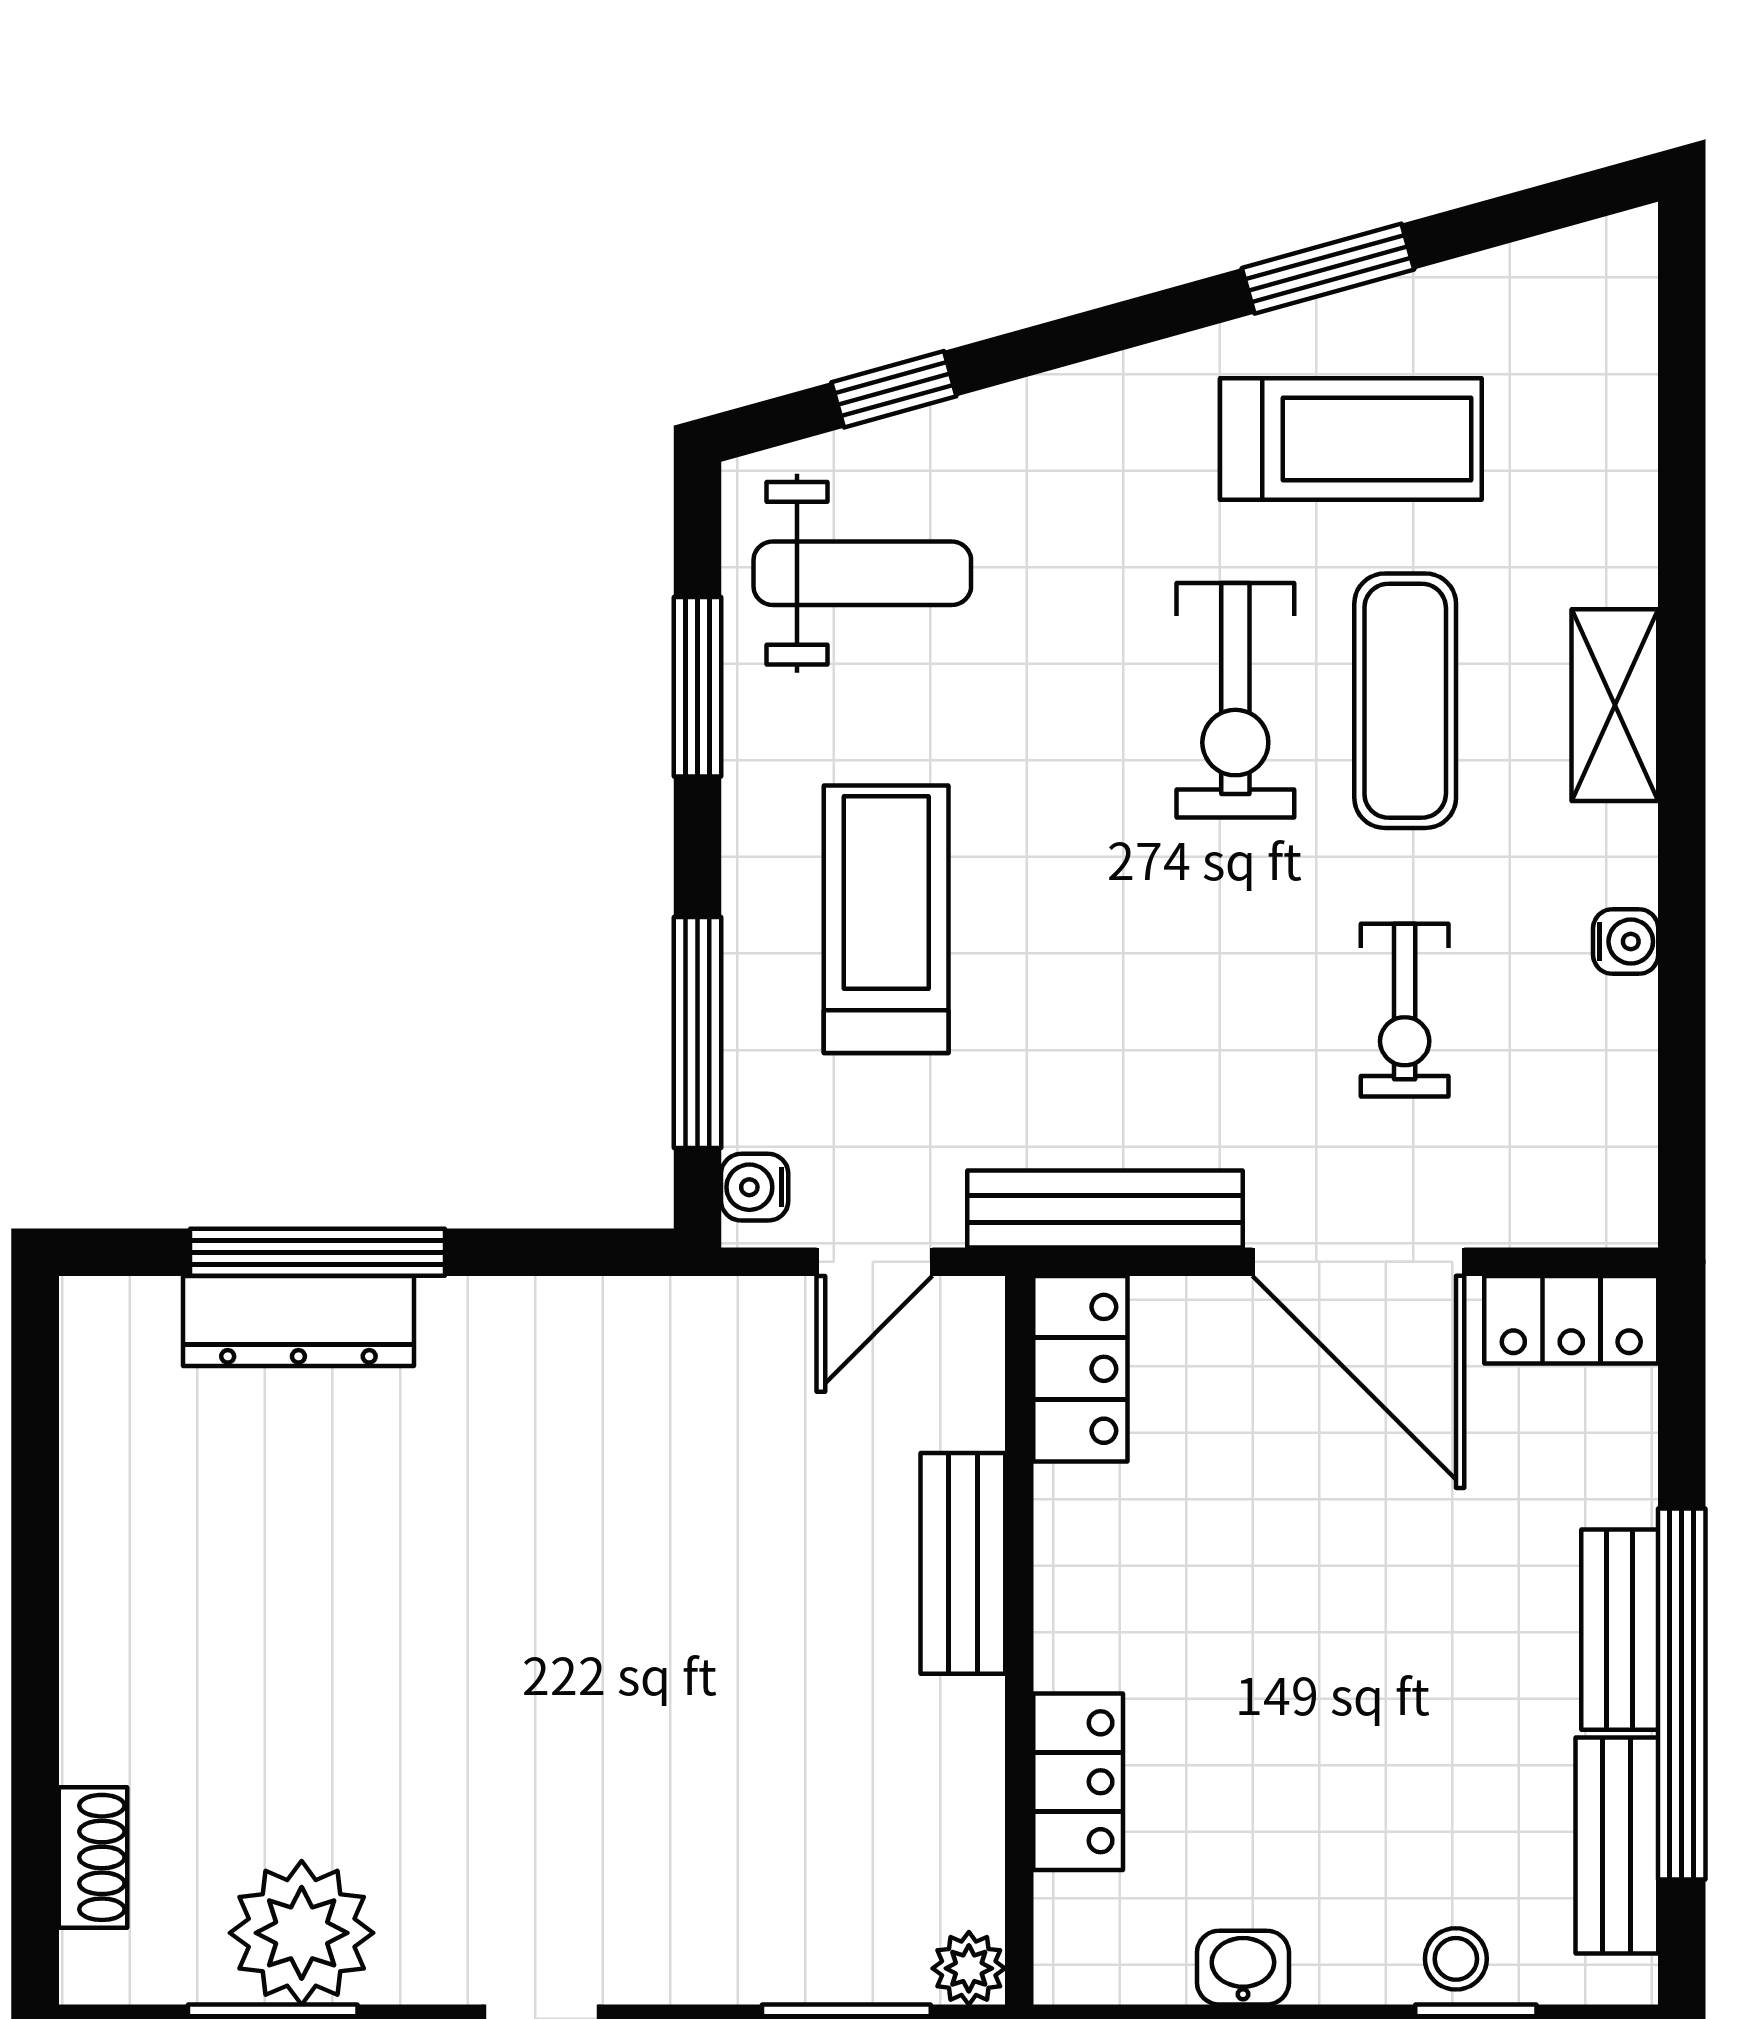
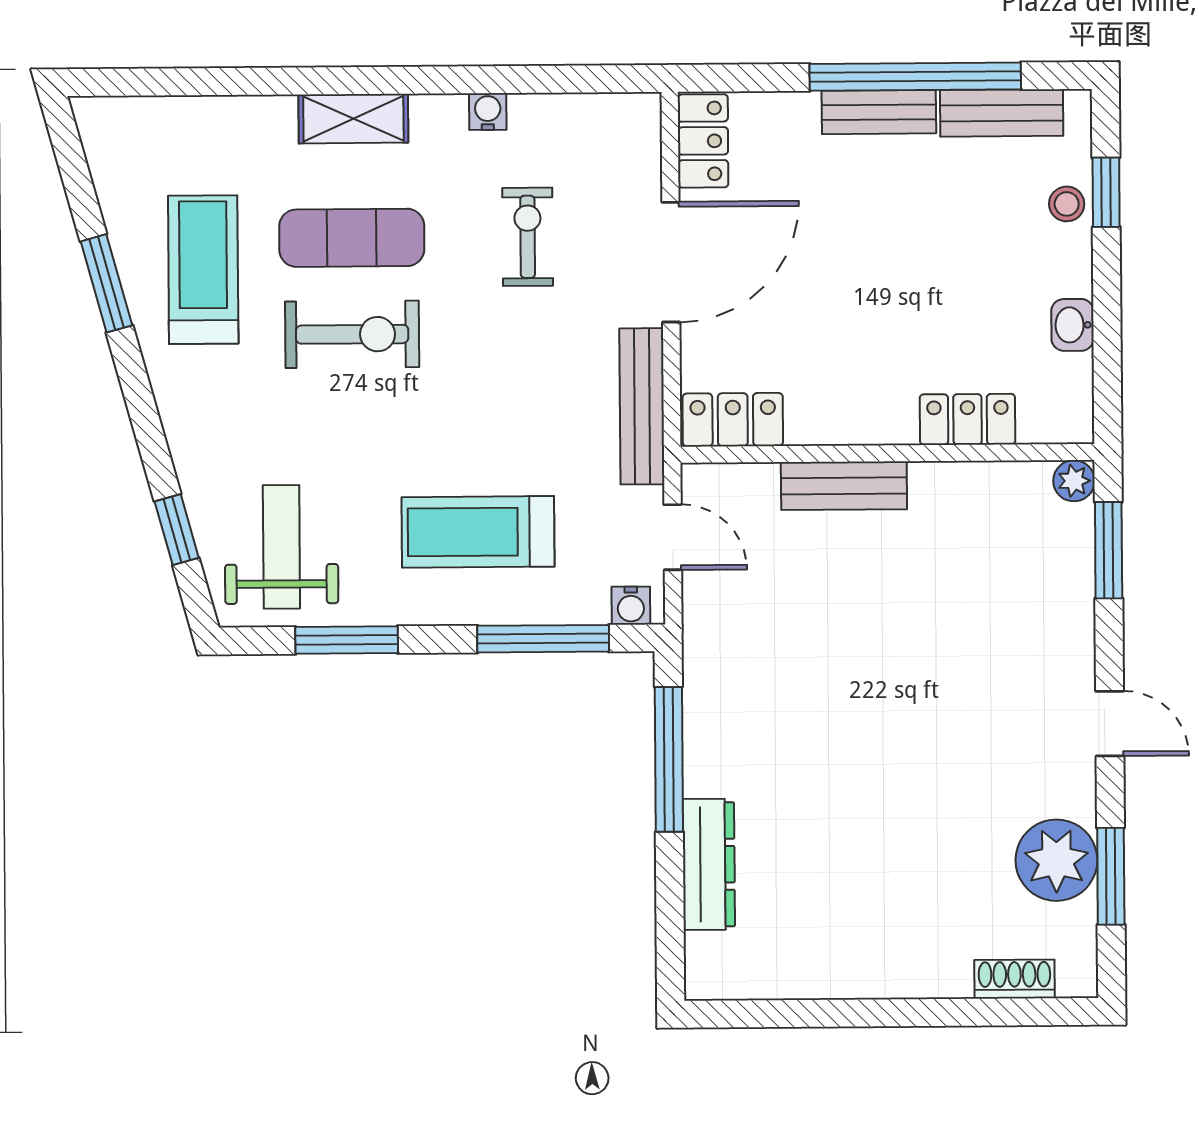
exercise bike: (1405, 1010) -> (528, 237), turned -90
window: (318, 1252) -> (669, 759), moved

